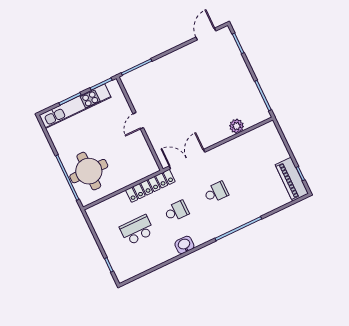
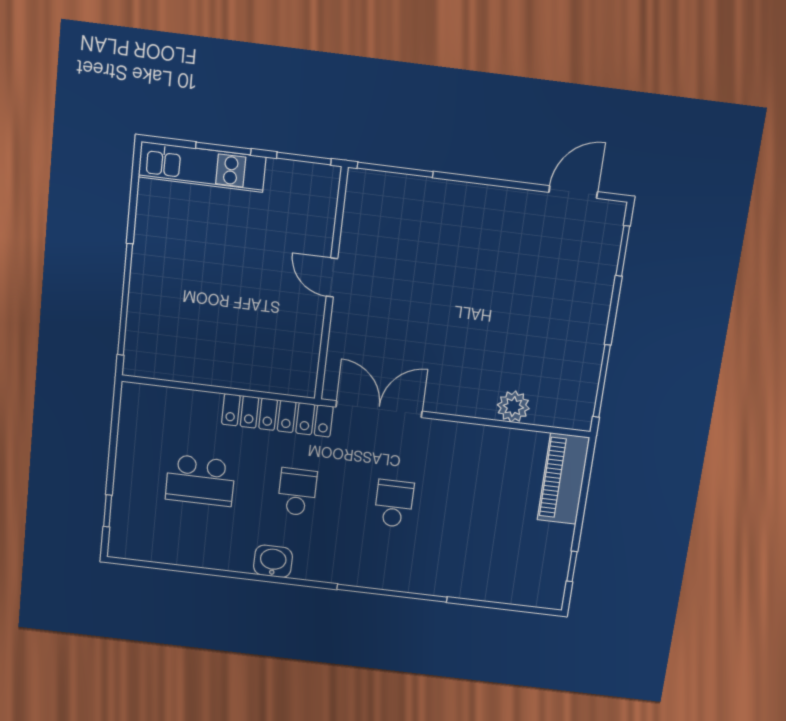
kitchen unit: (75, 106) -> (202, 167), width x0.73
door: (138, 121) -> (332, 277), hinge flipped
round table: (89, 171) -> (175, 314), removed
piano: (292, 179) -> (563, 479), moved
school desk: (216, 192) -> (394, 504), turned -90
school desk: (176, 211) -> (297, 492), turned -90
school desk: (137, 230) -> (200, 480), turned 180

